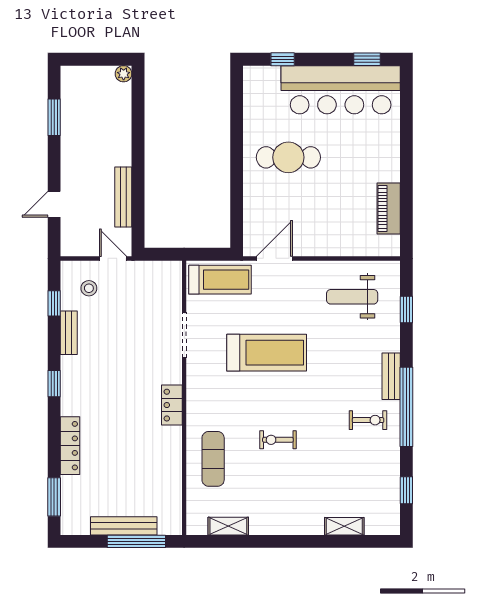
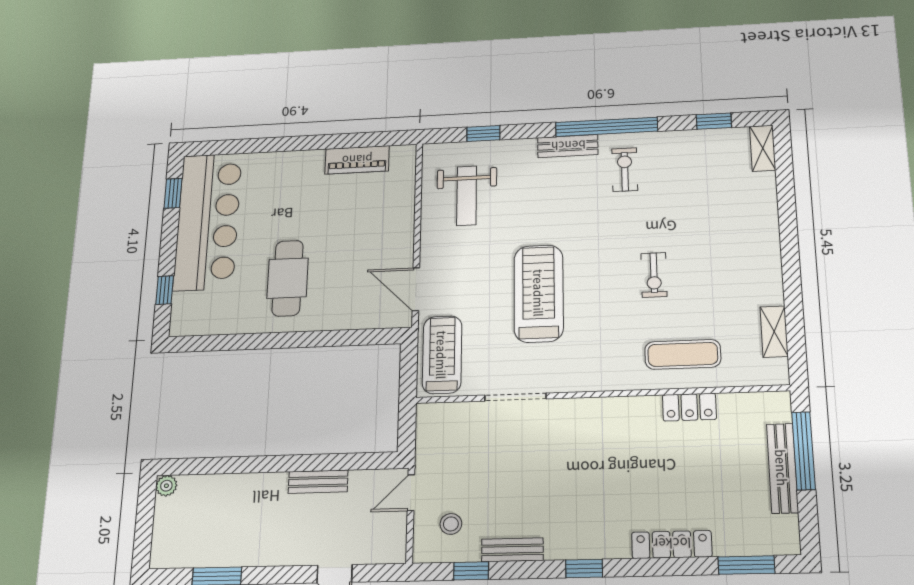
bench: (123, 197) -> (318, 482), width x0.73
locker: (172, 405) -> (689, 407), moved
shelving: (344, 526) -> (763, 148), moved

